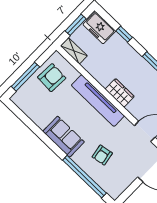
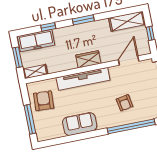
freezer: (99, 28) -> (36, 41), width x1.40
sofa: (64, 137) -> (80, 124), moved

